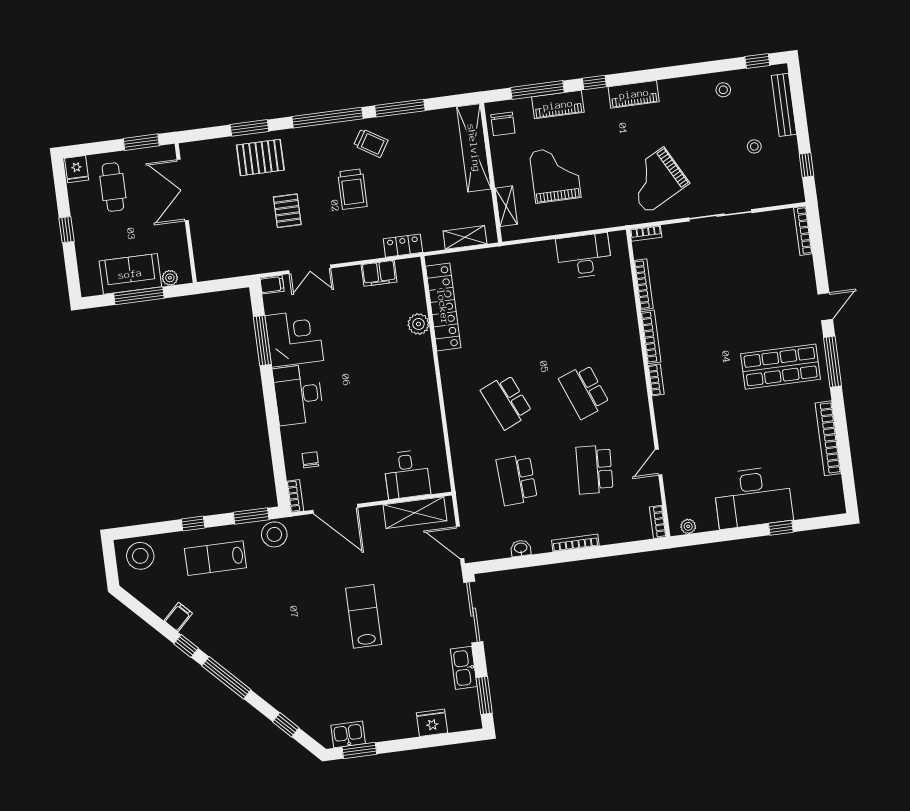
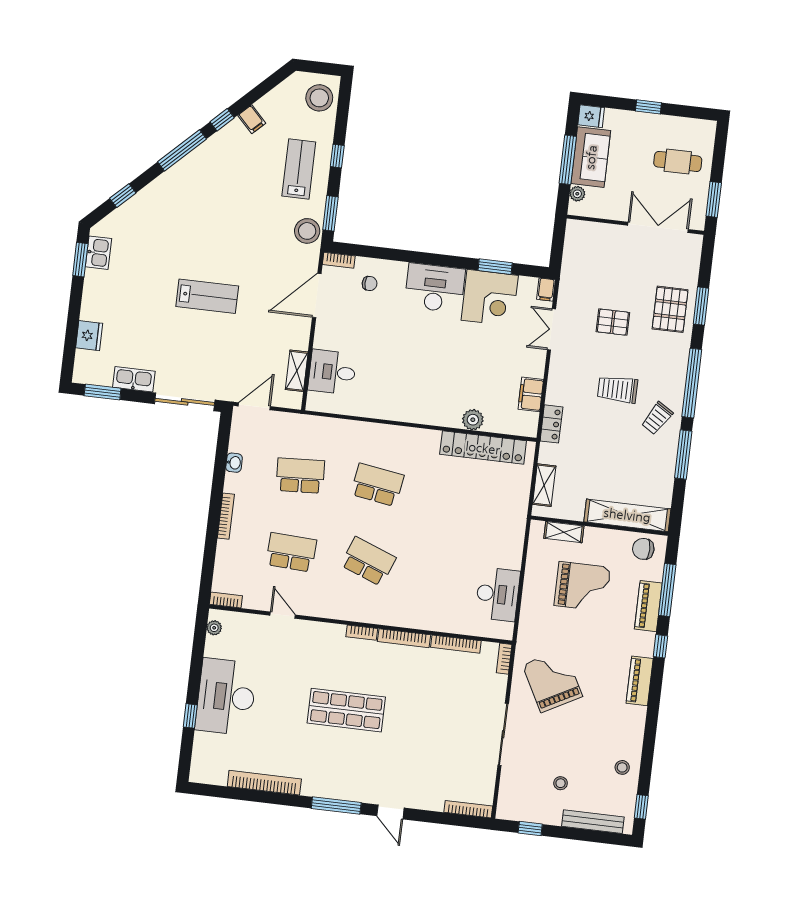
fridge: (77, 169) -> (591, 116), moved, turned 180
window: (262, 340) -> (495, 267), width x0.69
shop shelf: (781, 367) -> (346, 710), moved, turned 90
school desk: (584, 391) -> (368, 561), turned 42
school desk: (506, 402) -> (377, 485), turned 33
shelving: (415, 513) -> (297, 371), width x0.67, depth x0.75

